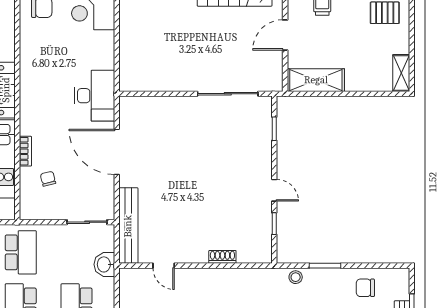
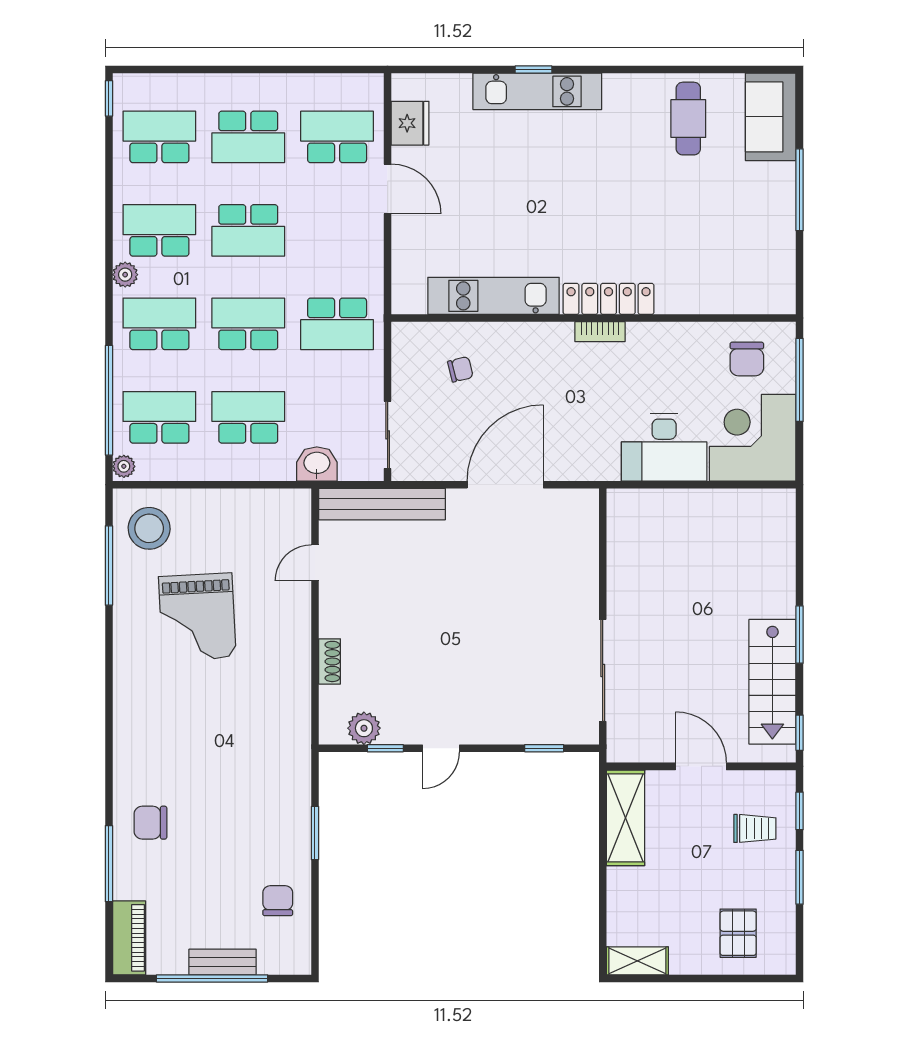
desk: (95, 96) -> (664, 447), moved
bookcase: (25, 151) -> (600, 332), moved
plant: (262, 236) -> (364, 728), added
stool: (296, 277) -> (296, 784), removed

